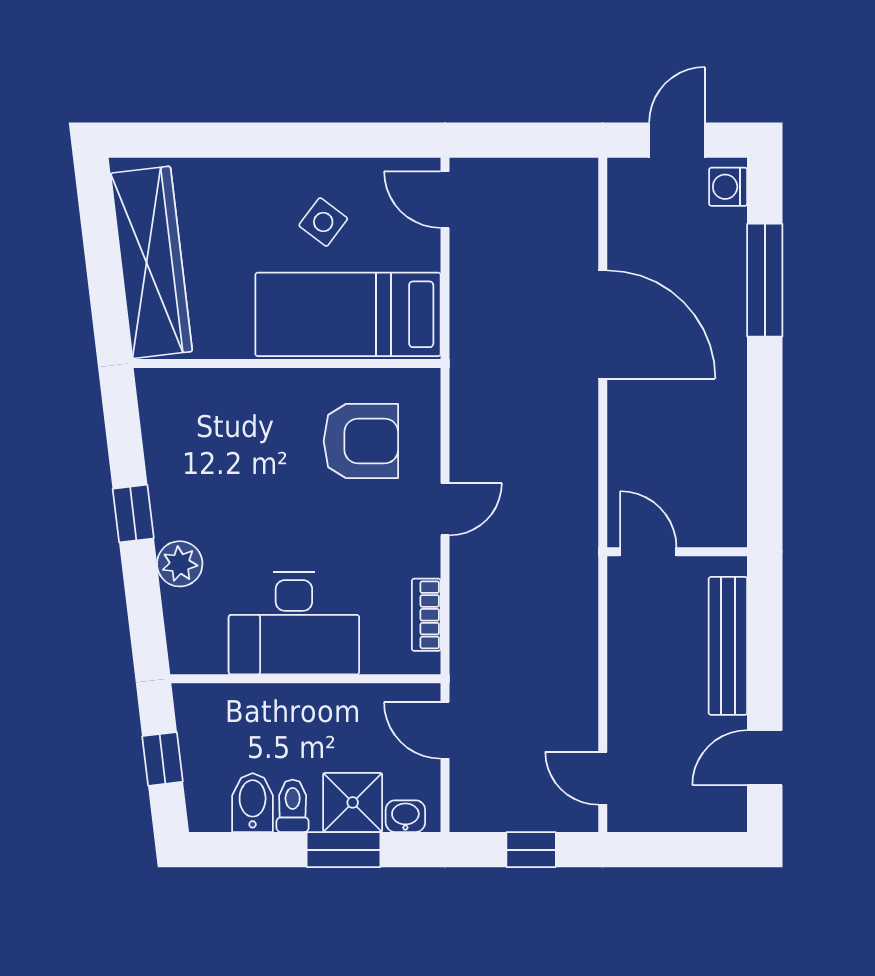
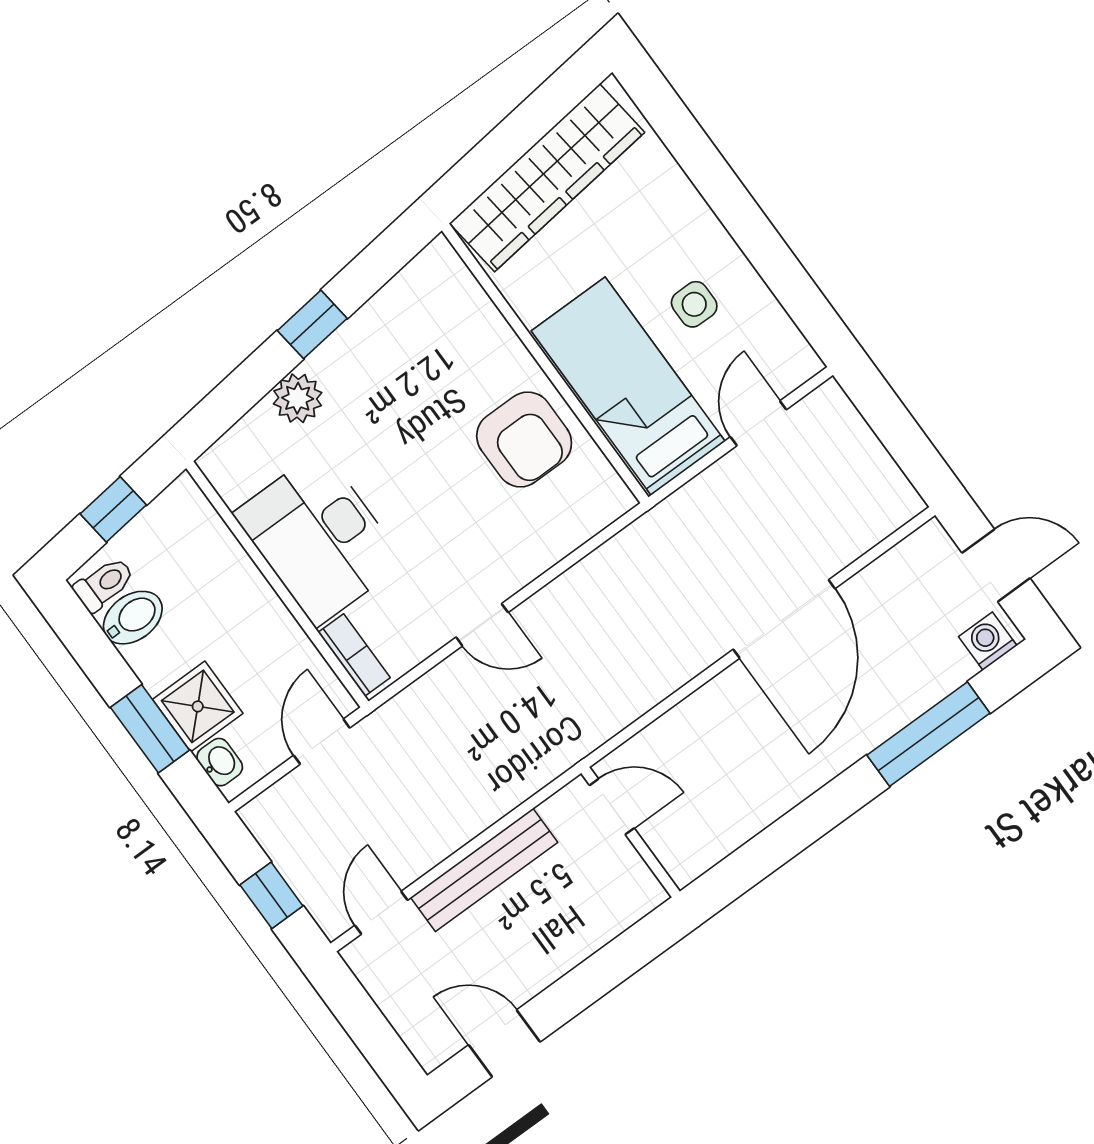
door: (445, 200) -> (758, 423), moved
side table: (323, 222) -> (694, 304), turned -37
armchair: (361, 441) -> (524, 439), moved
door: (445, 509) -> (482, 625), moved
door: (648, 552) -> (612, 807), hinge flipped
bookcase: (426, 615) -> (354, 655), moved, turned 90
bench: (728, 646) -> (484, 870), moved
toilet: (293, 806) -> (104, 584), moved

